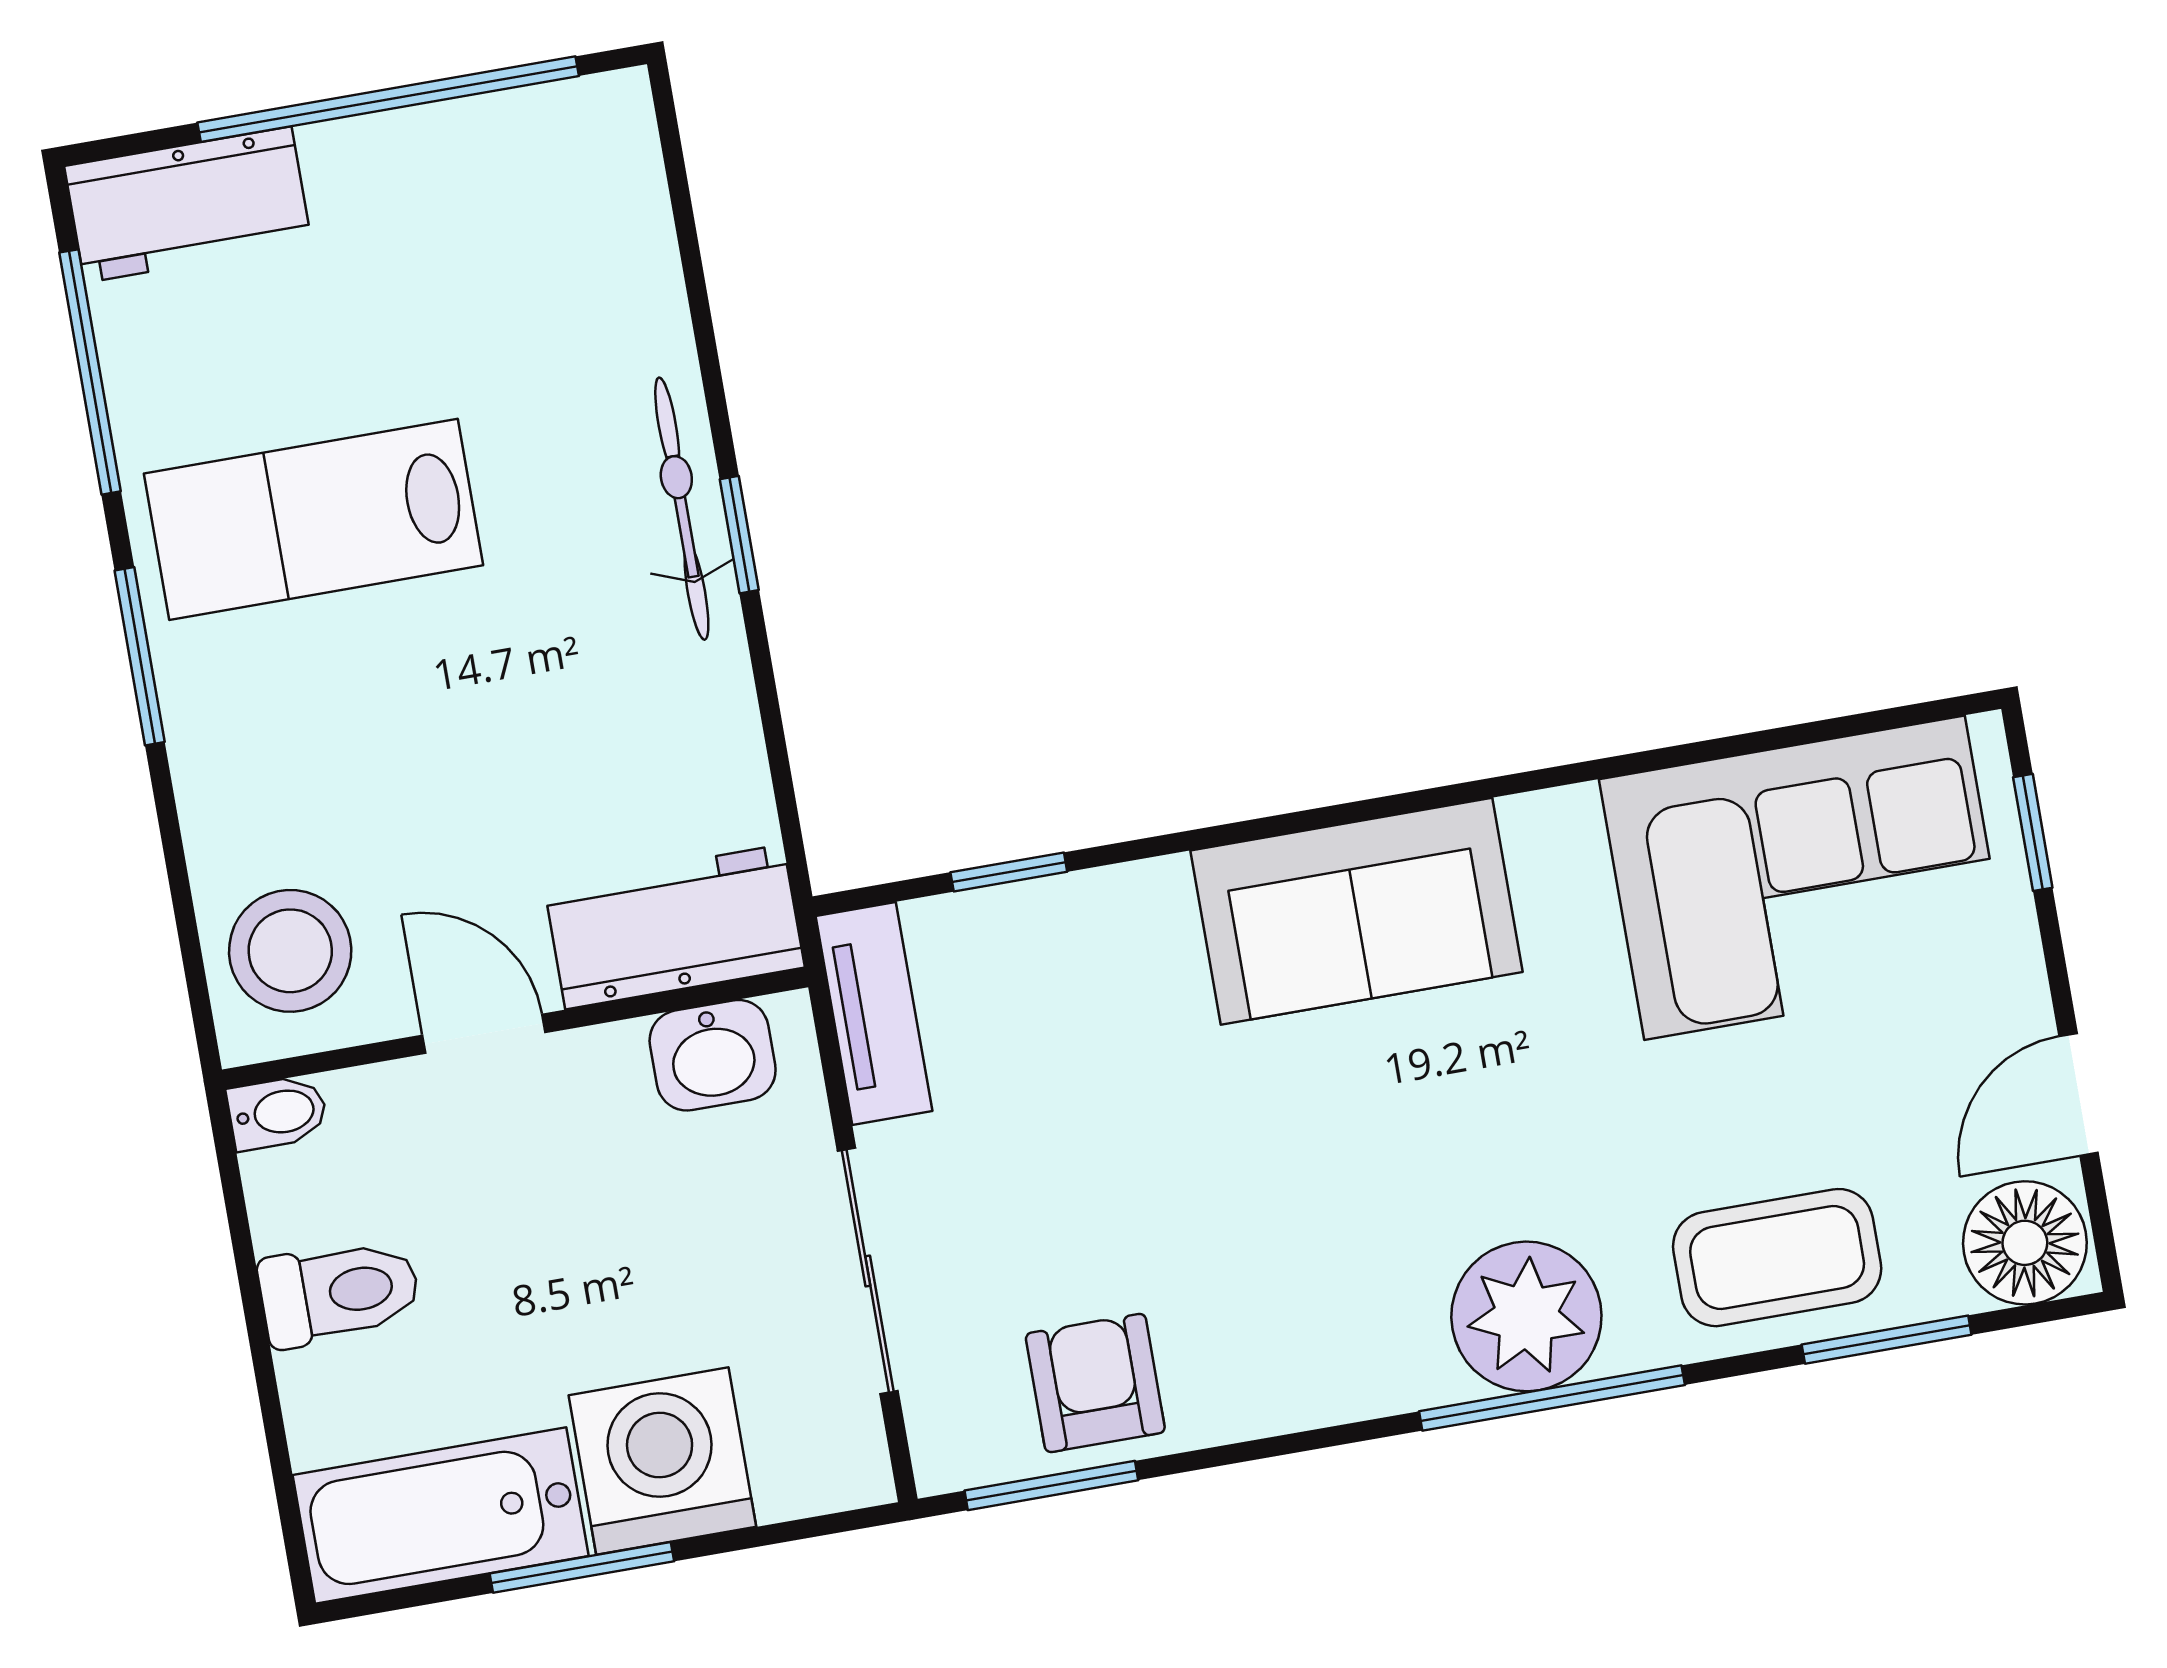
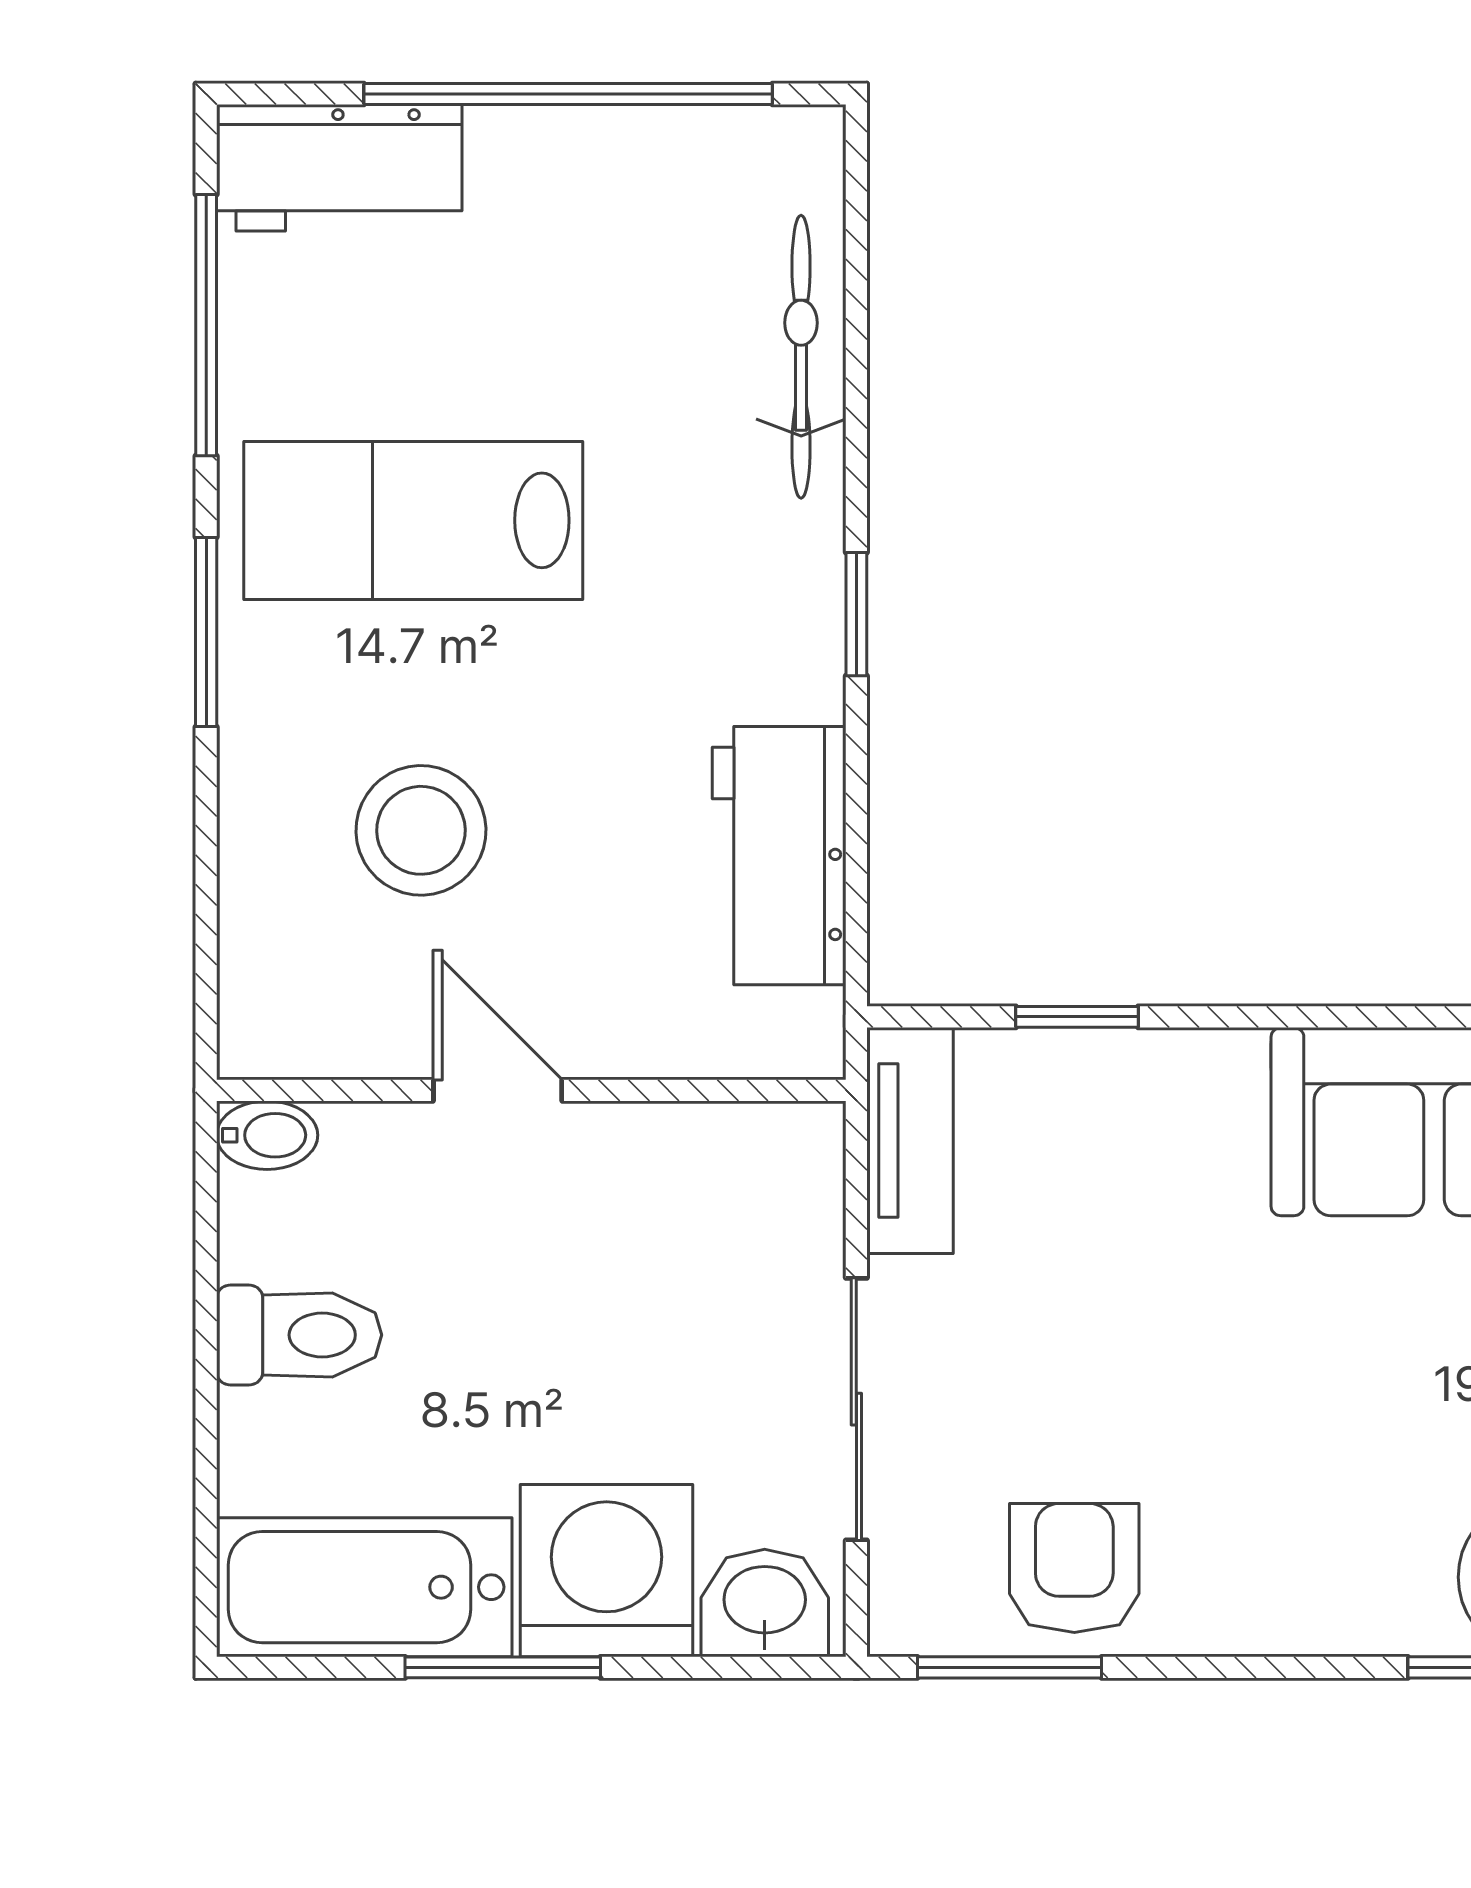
bicycle: (682, 509) -> (801, 357), moved
workbench: (674, 927) -> (779, 856), moved, turned -90
stool: (290, 951) -> (421, 830), moved
washbasin: (713, 1055) -> (765, 1603), moved, turned 180

